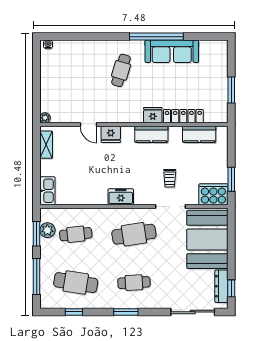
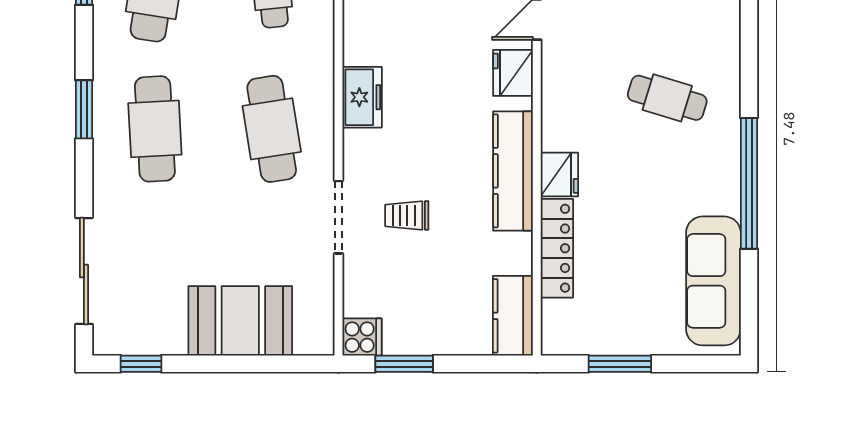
sofa: (172, 51) -> (713, 281), moved
kitchen counter: (151, 134) -> (513, 171), width x1.50
kitchen counter: (199, 134) -> (513, 316), moved
cooker: (213, 194) -> (362, 337), width x0.53, depth x0.76
booth: (207, 239) -> (240, 321), width x0.73, depth x0.70
cafe table: (134, 283) -> (155, 129), width x1.37, depth x1.35
dresser: (221, 286) -> (146, 340), removed

